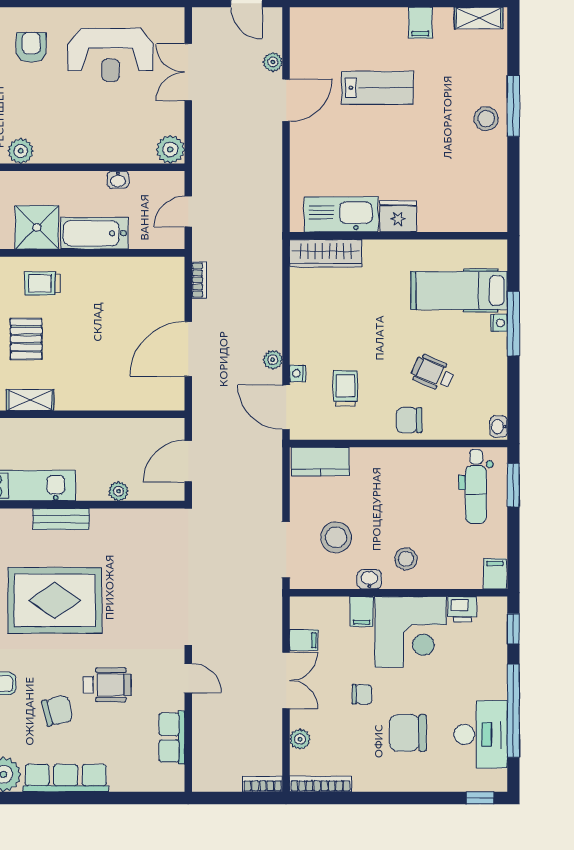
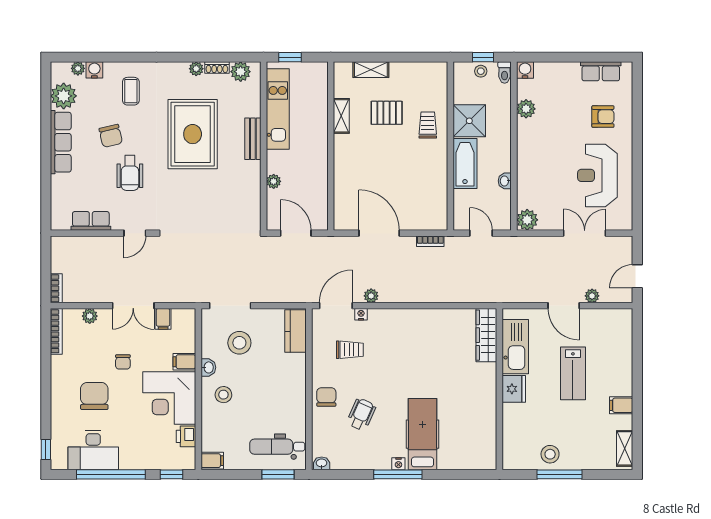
kitchen sink: (341, 214) -> (515, 347), moved
fridge: (398, 216) -> (514, 389), moved
wall: (398, 236) -> (499, 389), moved
wardrobe: (326, 253) -> (486, 335), moved

